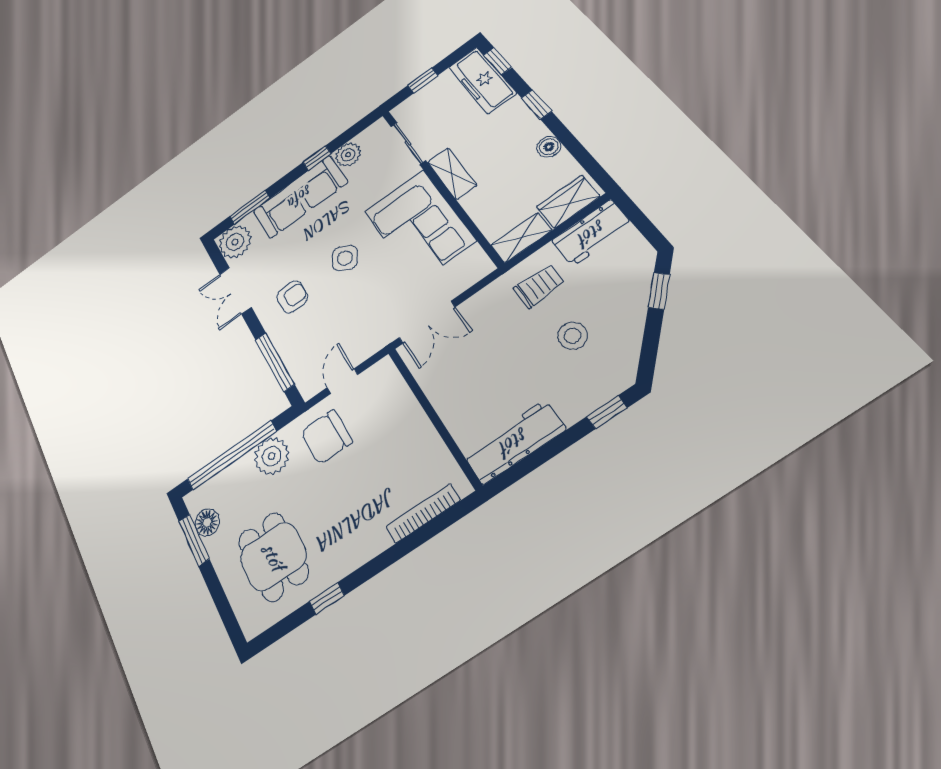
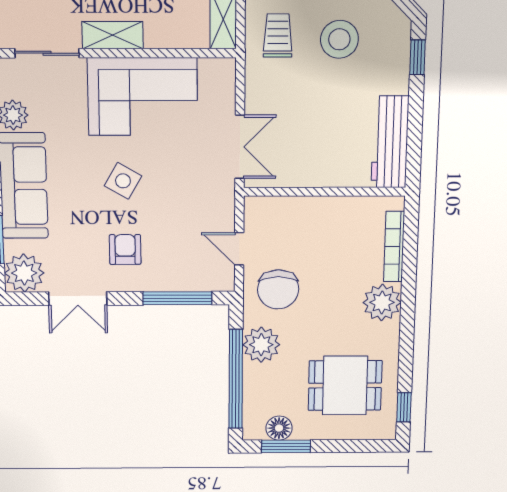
stool: (572, 336) -> (339, 39), width x1.38, depth x1.38
plant: (366, 538) -> (382, 302), added
window: (327, 598) -> (404, 407), moved

